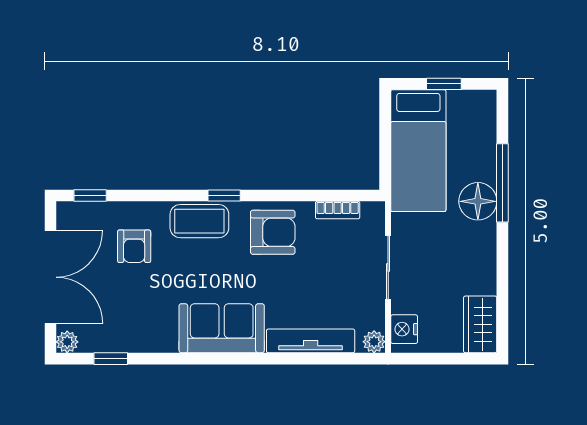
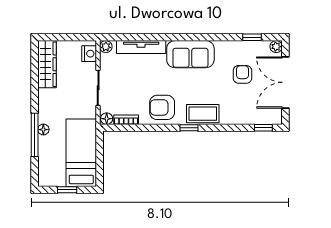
floor lamp: (478, 201) -> (43, 130), width x0.53, depth x0.53
floor lamp: (373, 212) -> (107, 119), added
armchair: (134, 246) -> (242, 74), moved
wardrobe: (480, 324) -> (47, 64), width x1.50

